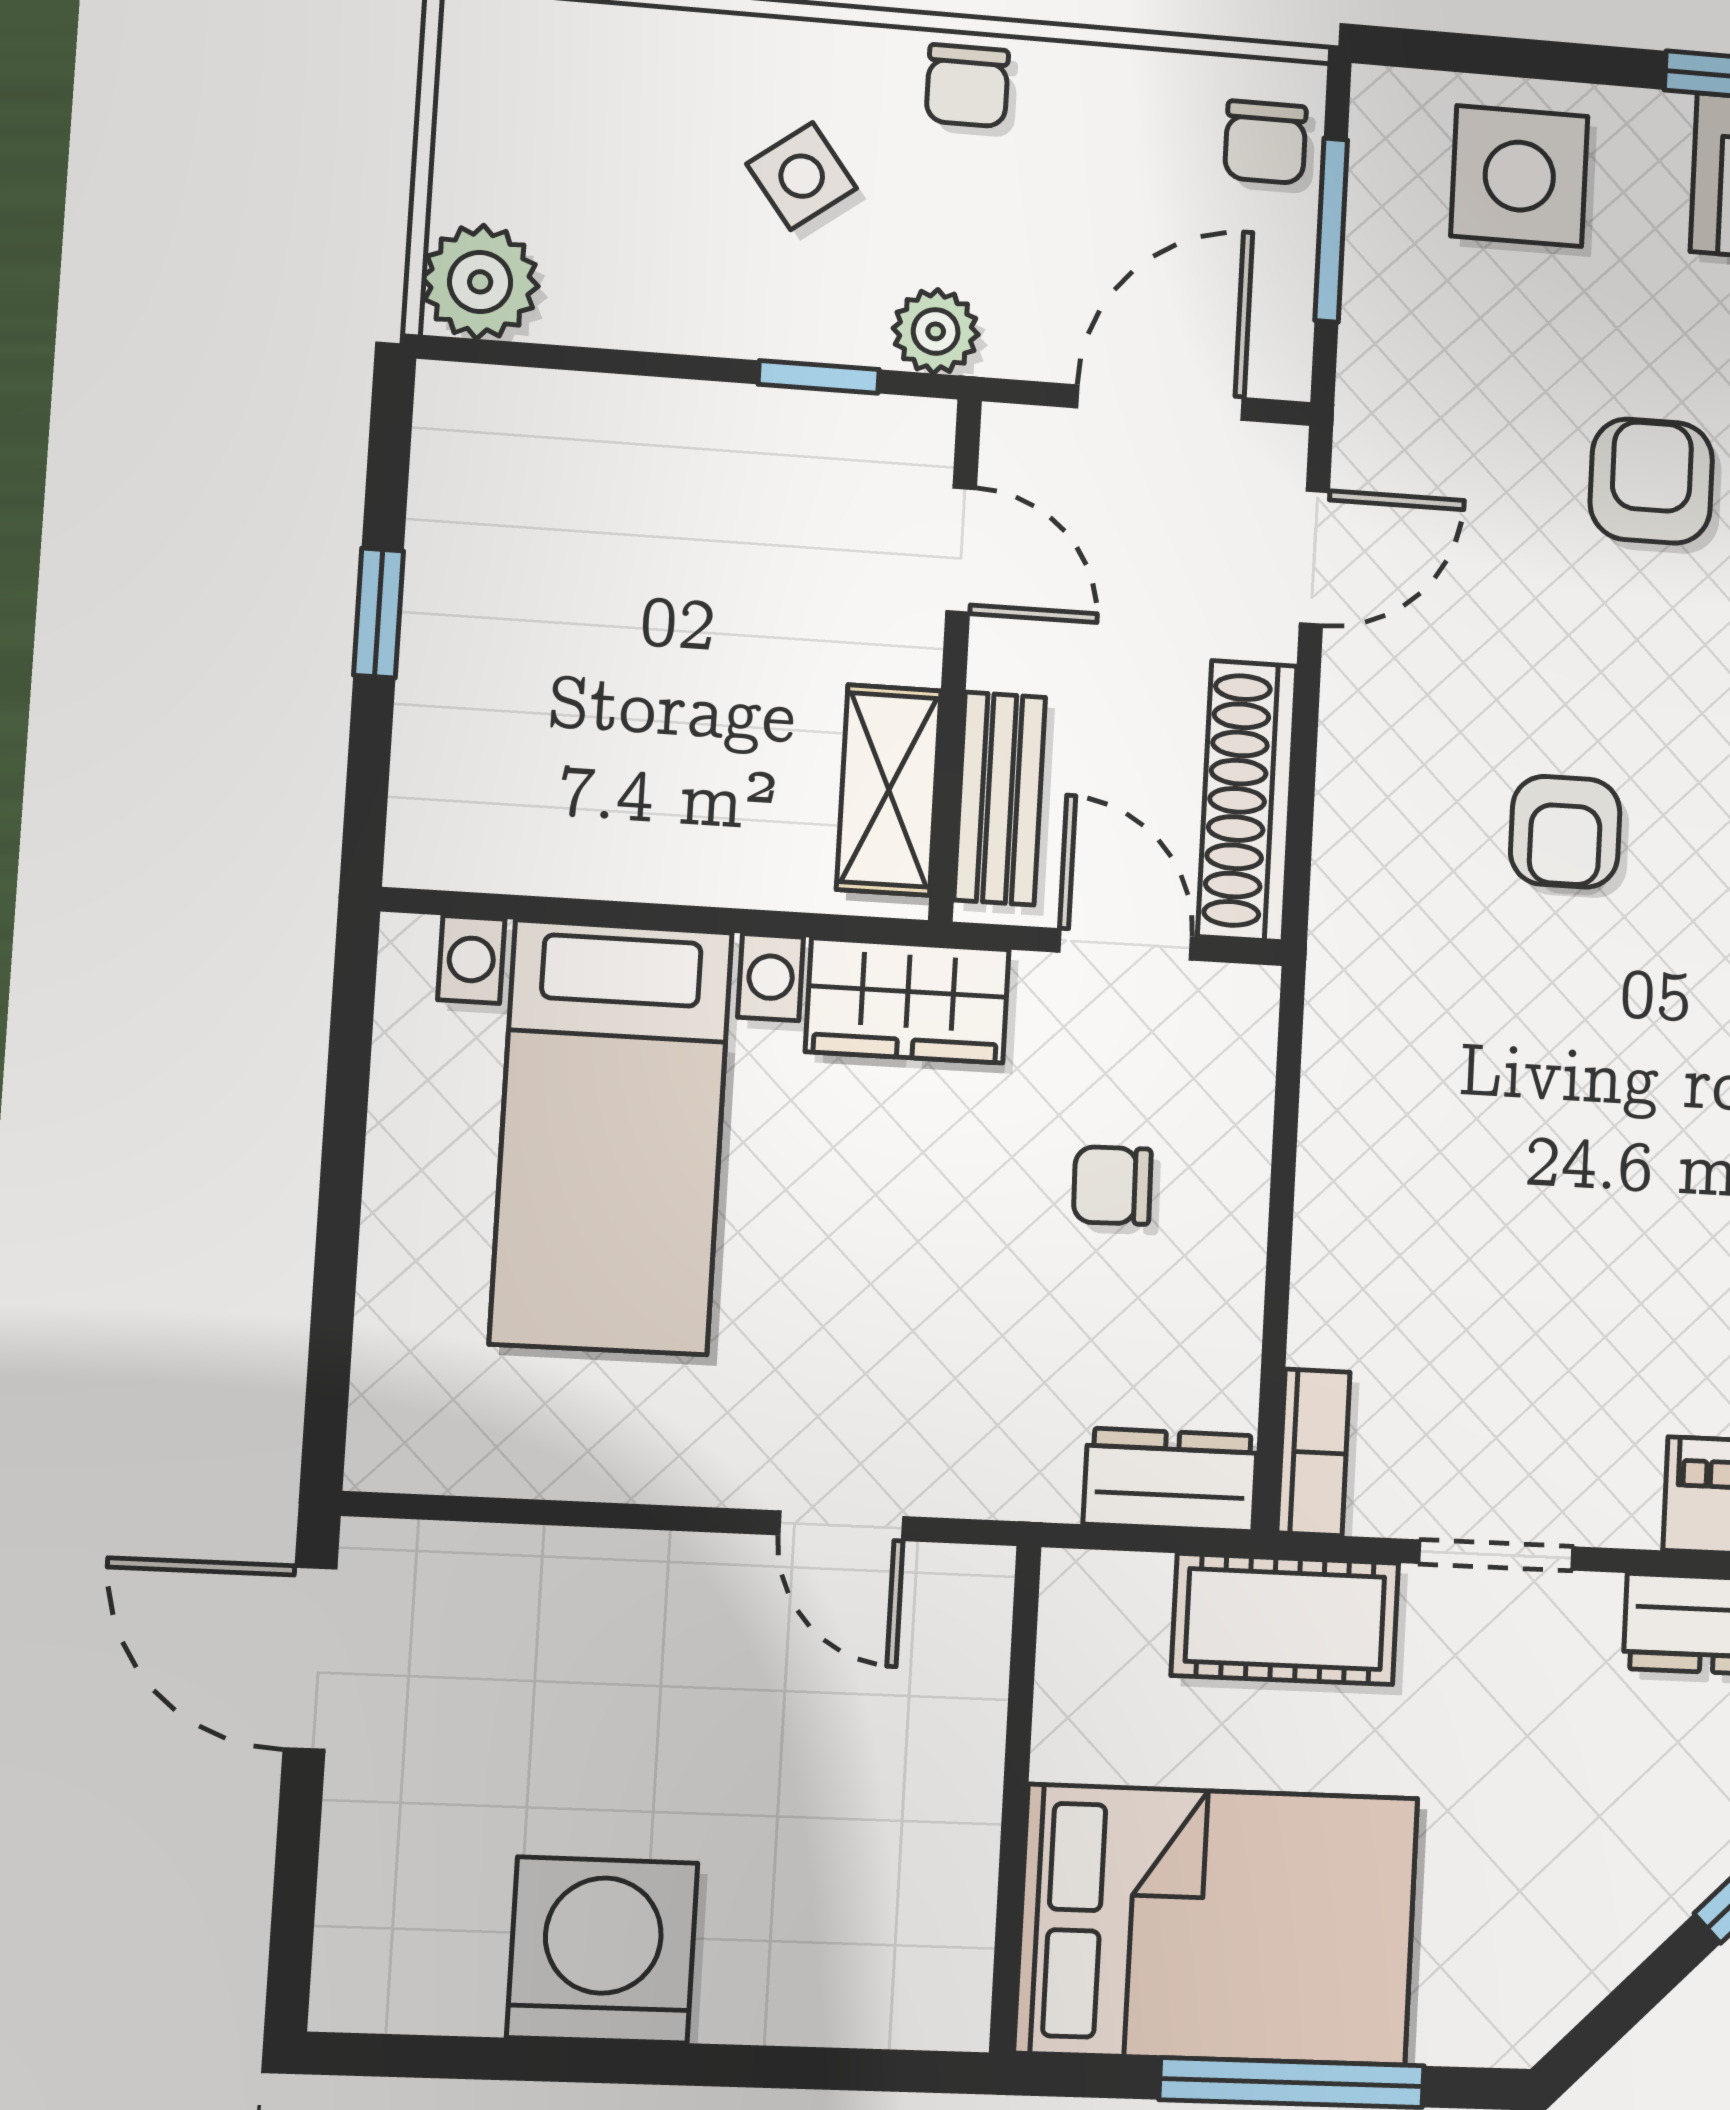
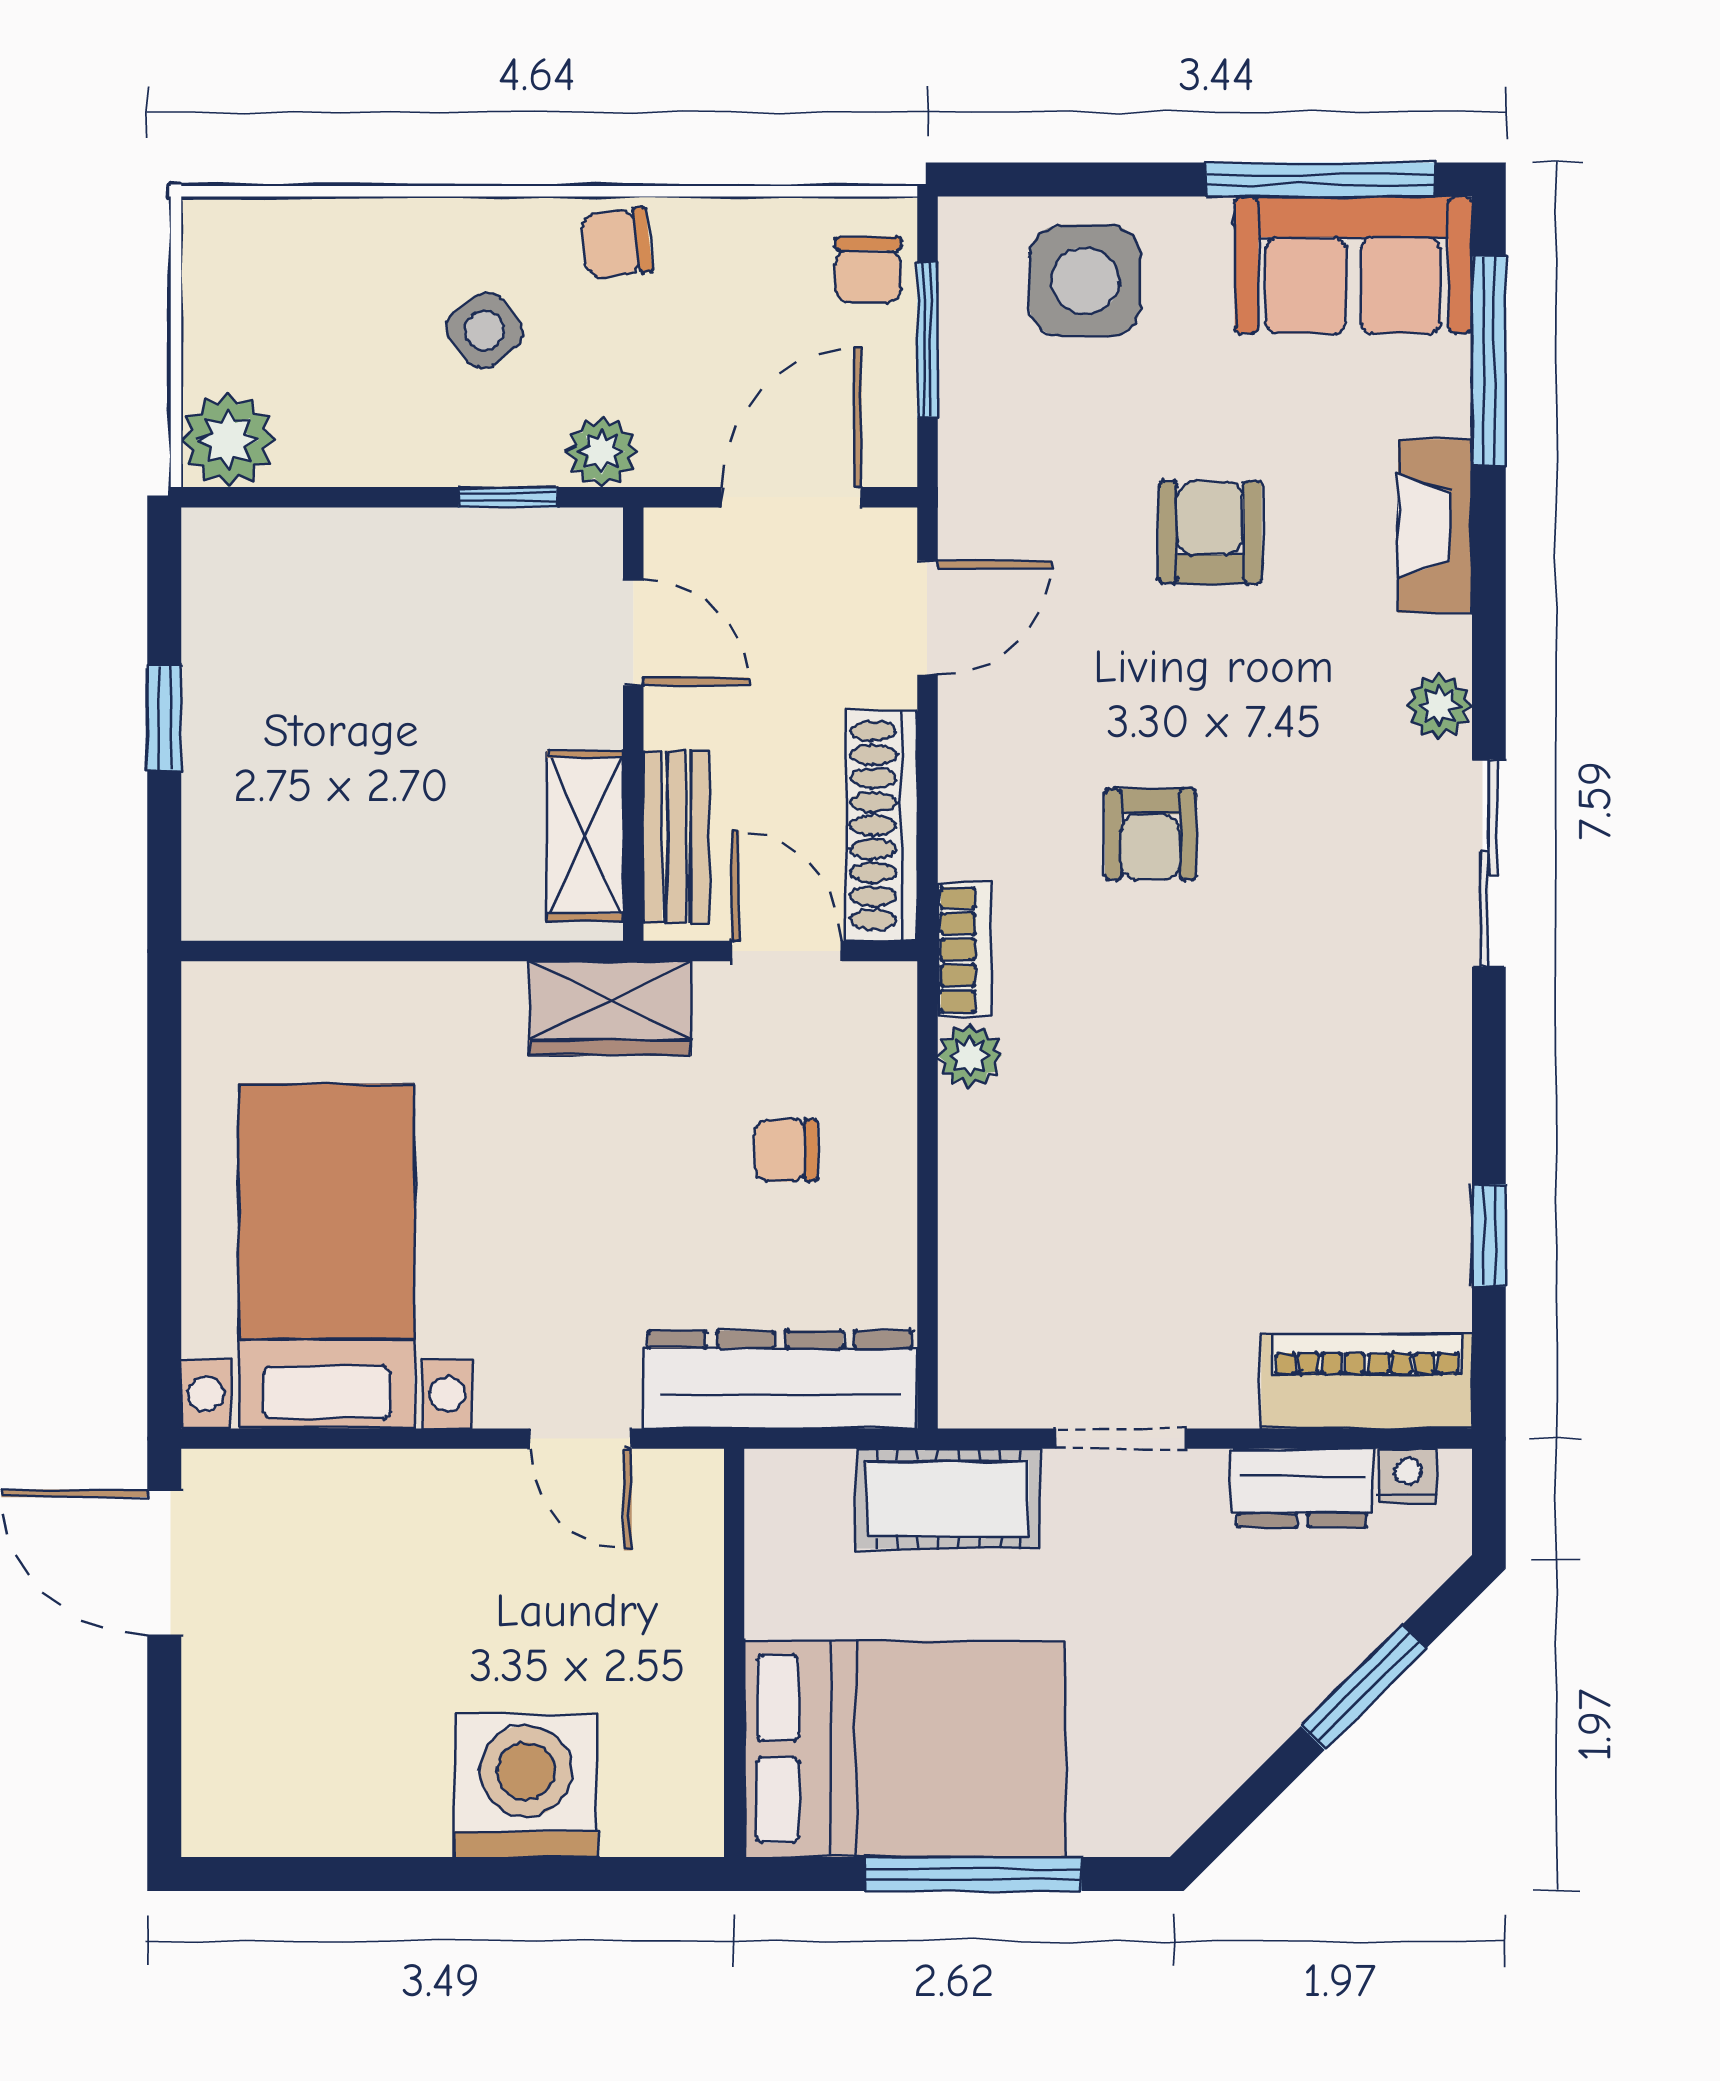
chair: (967, 86) -> (617, 243), turned 83
plant: (1338, 1083) -> (970, 1056), added
bed with nightstands: (611, 1137) -> (327, 1256), moved, turned 180
bookcase: (1314, 1452) -> (964, 950), moved
dresser: (1171, 1480) -> (780, 1380), width x1.96, depth x1.24
washing machine: (602, 1950) -> (526, 1785), moved

